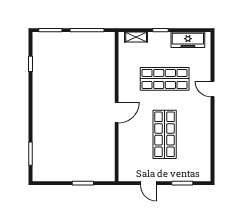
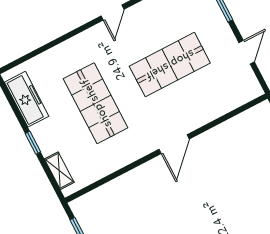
door: (212, 89) -> (113, 13), moved
door: (117, 113) -> (174, 144), swing flipped

